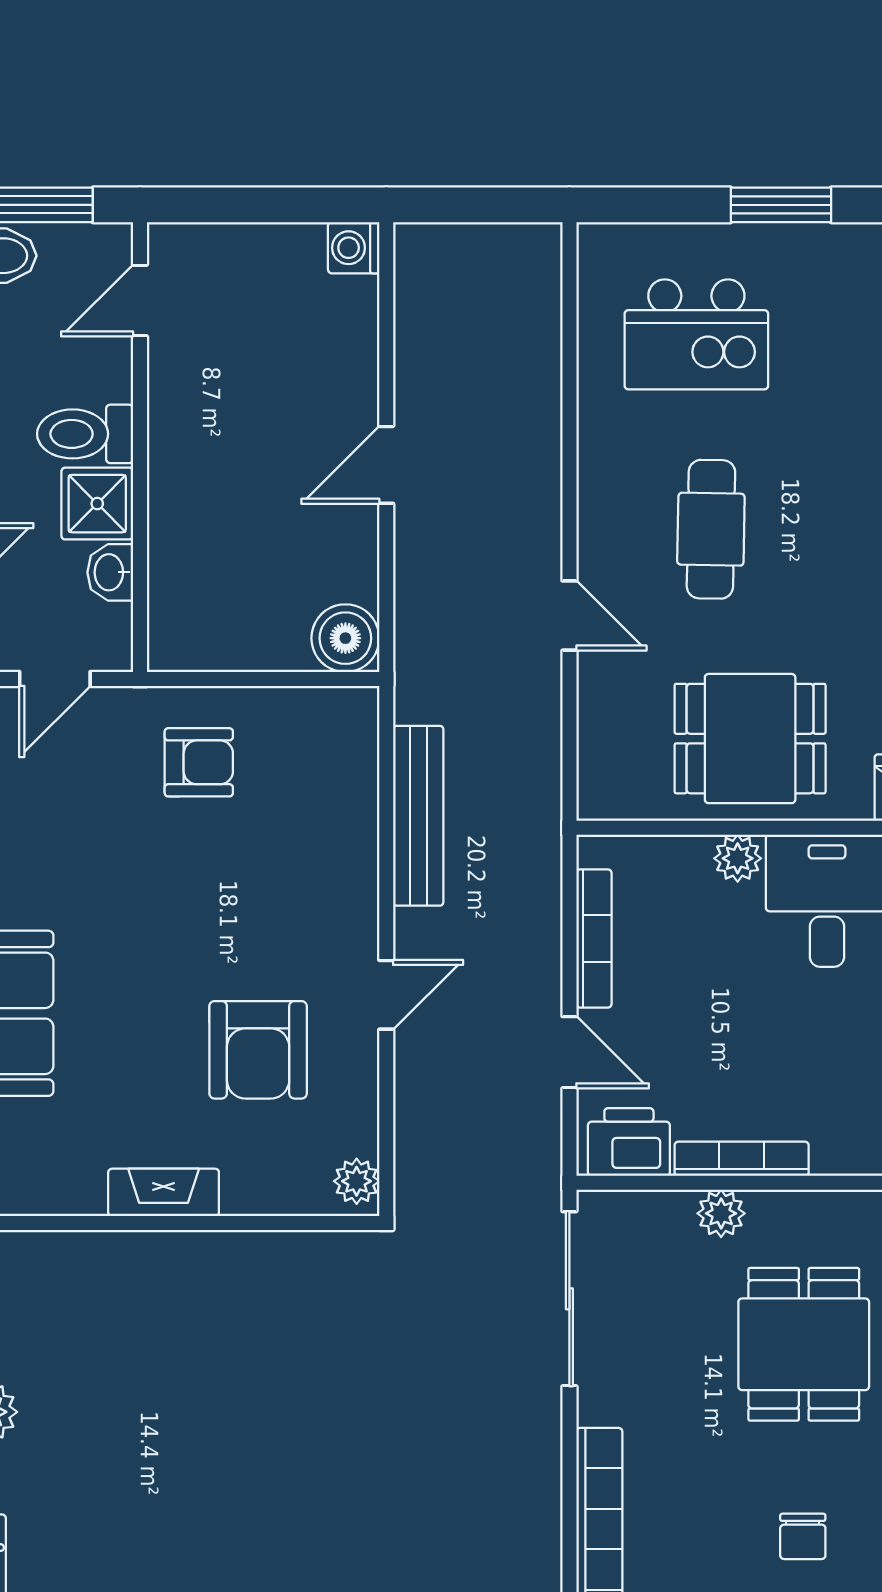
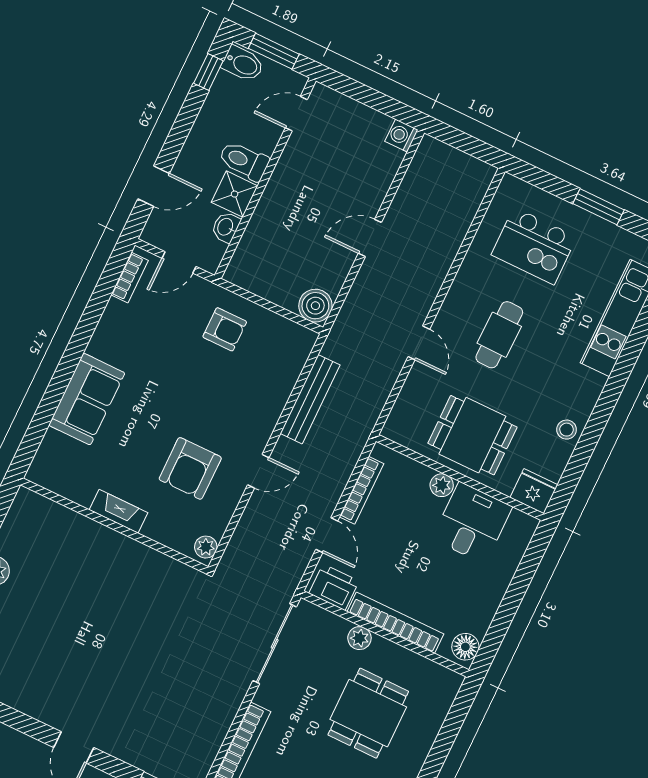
bookcase: (742, 1159) -> (395, 623), width x1.48, depth x1.31

